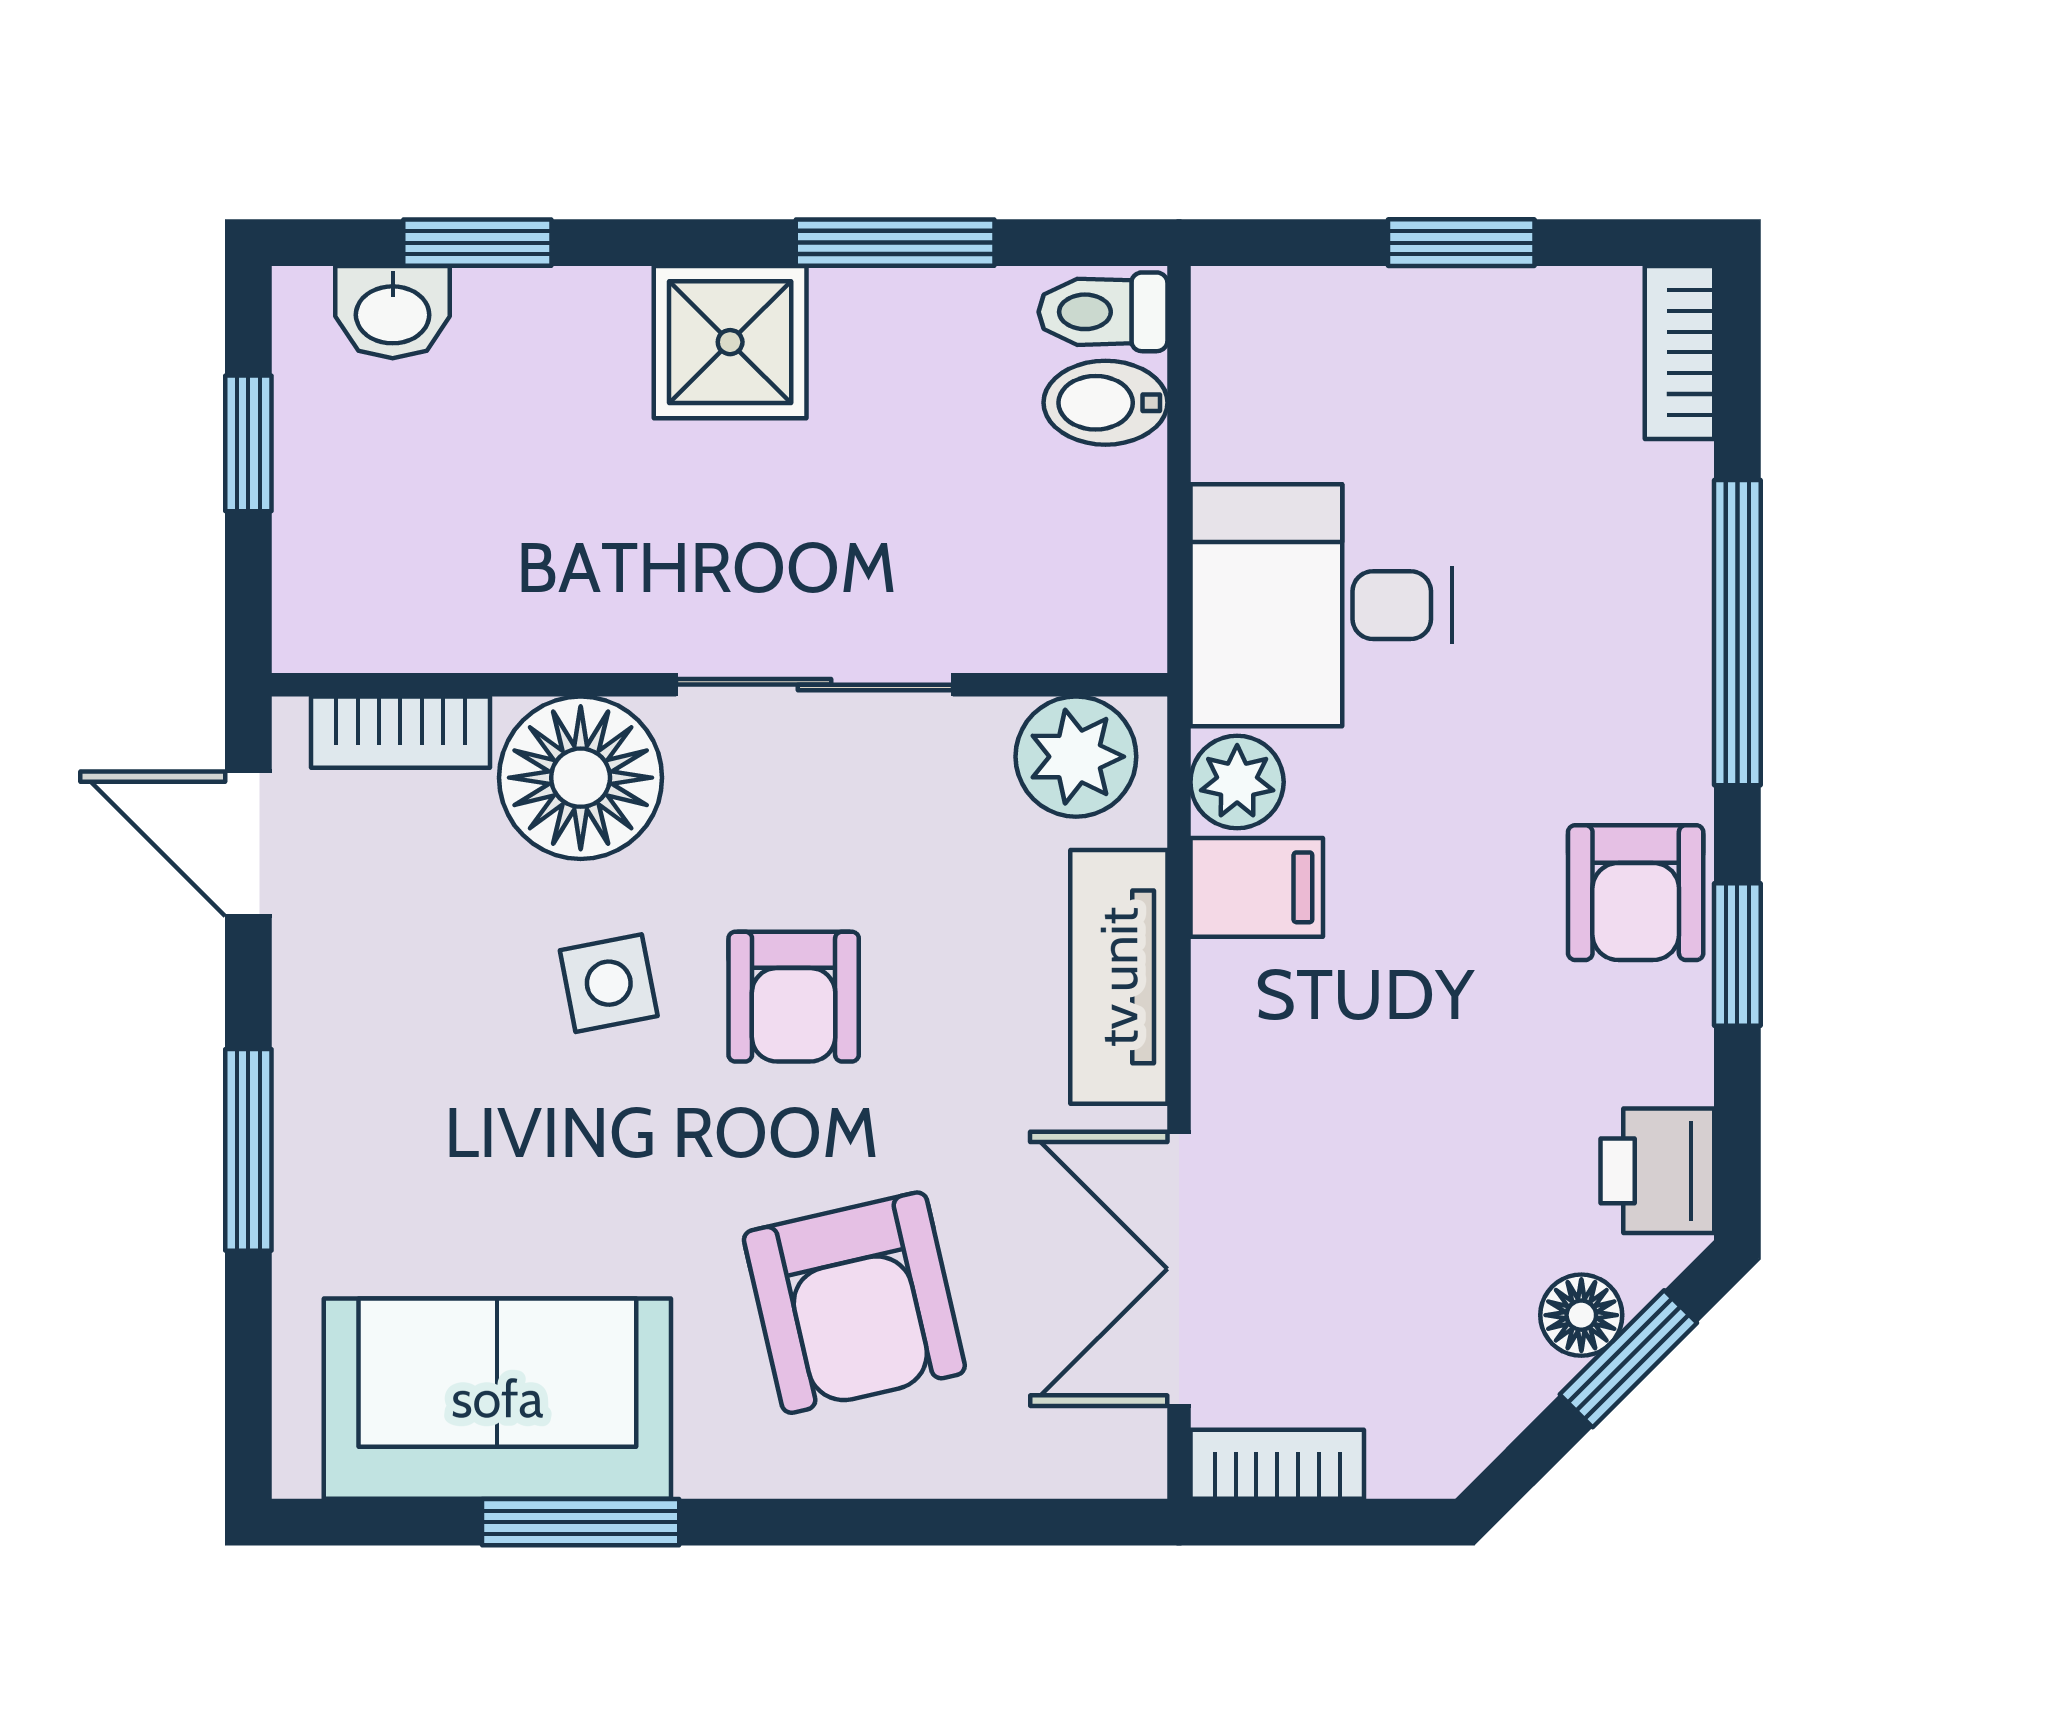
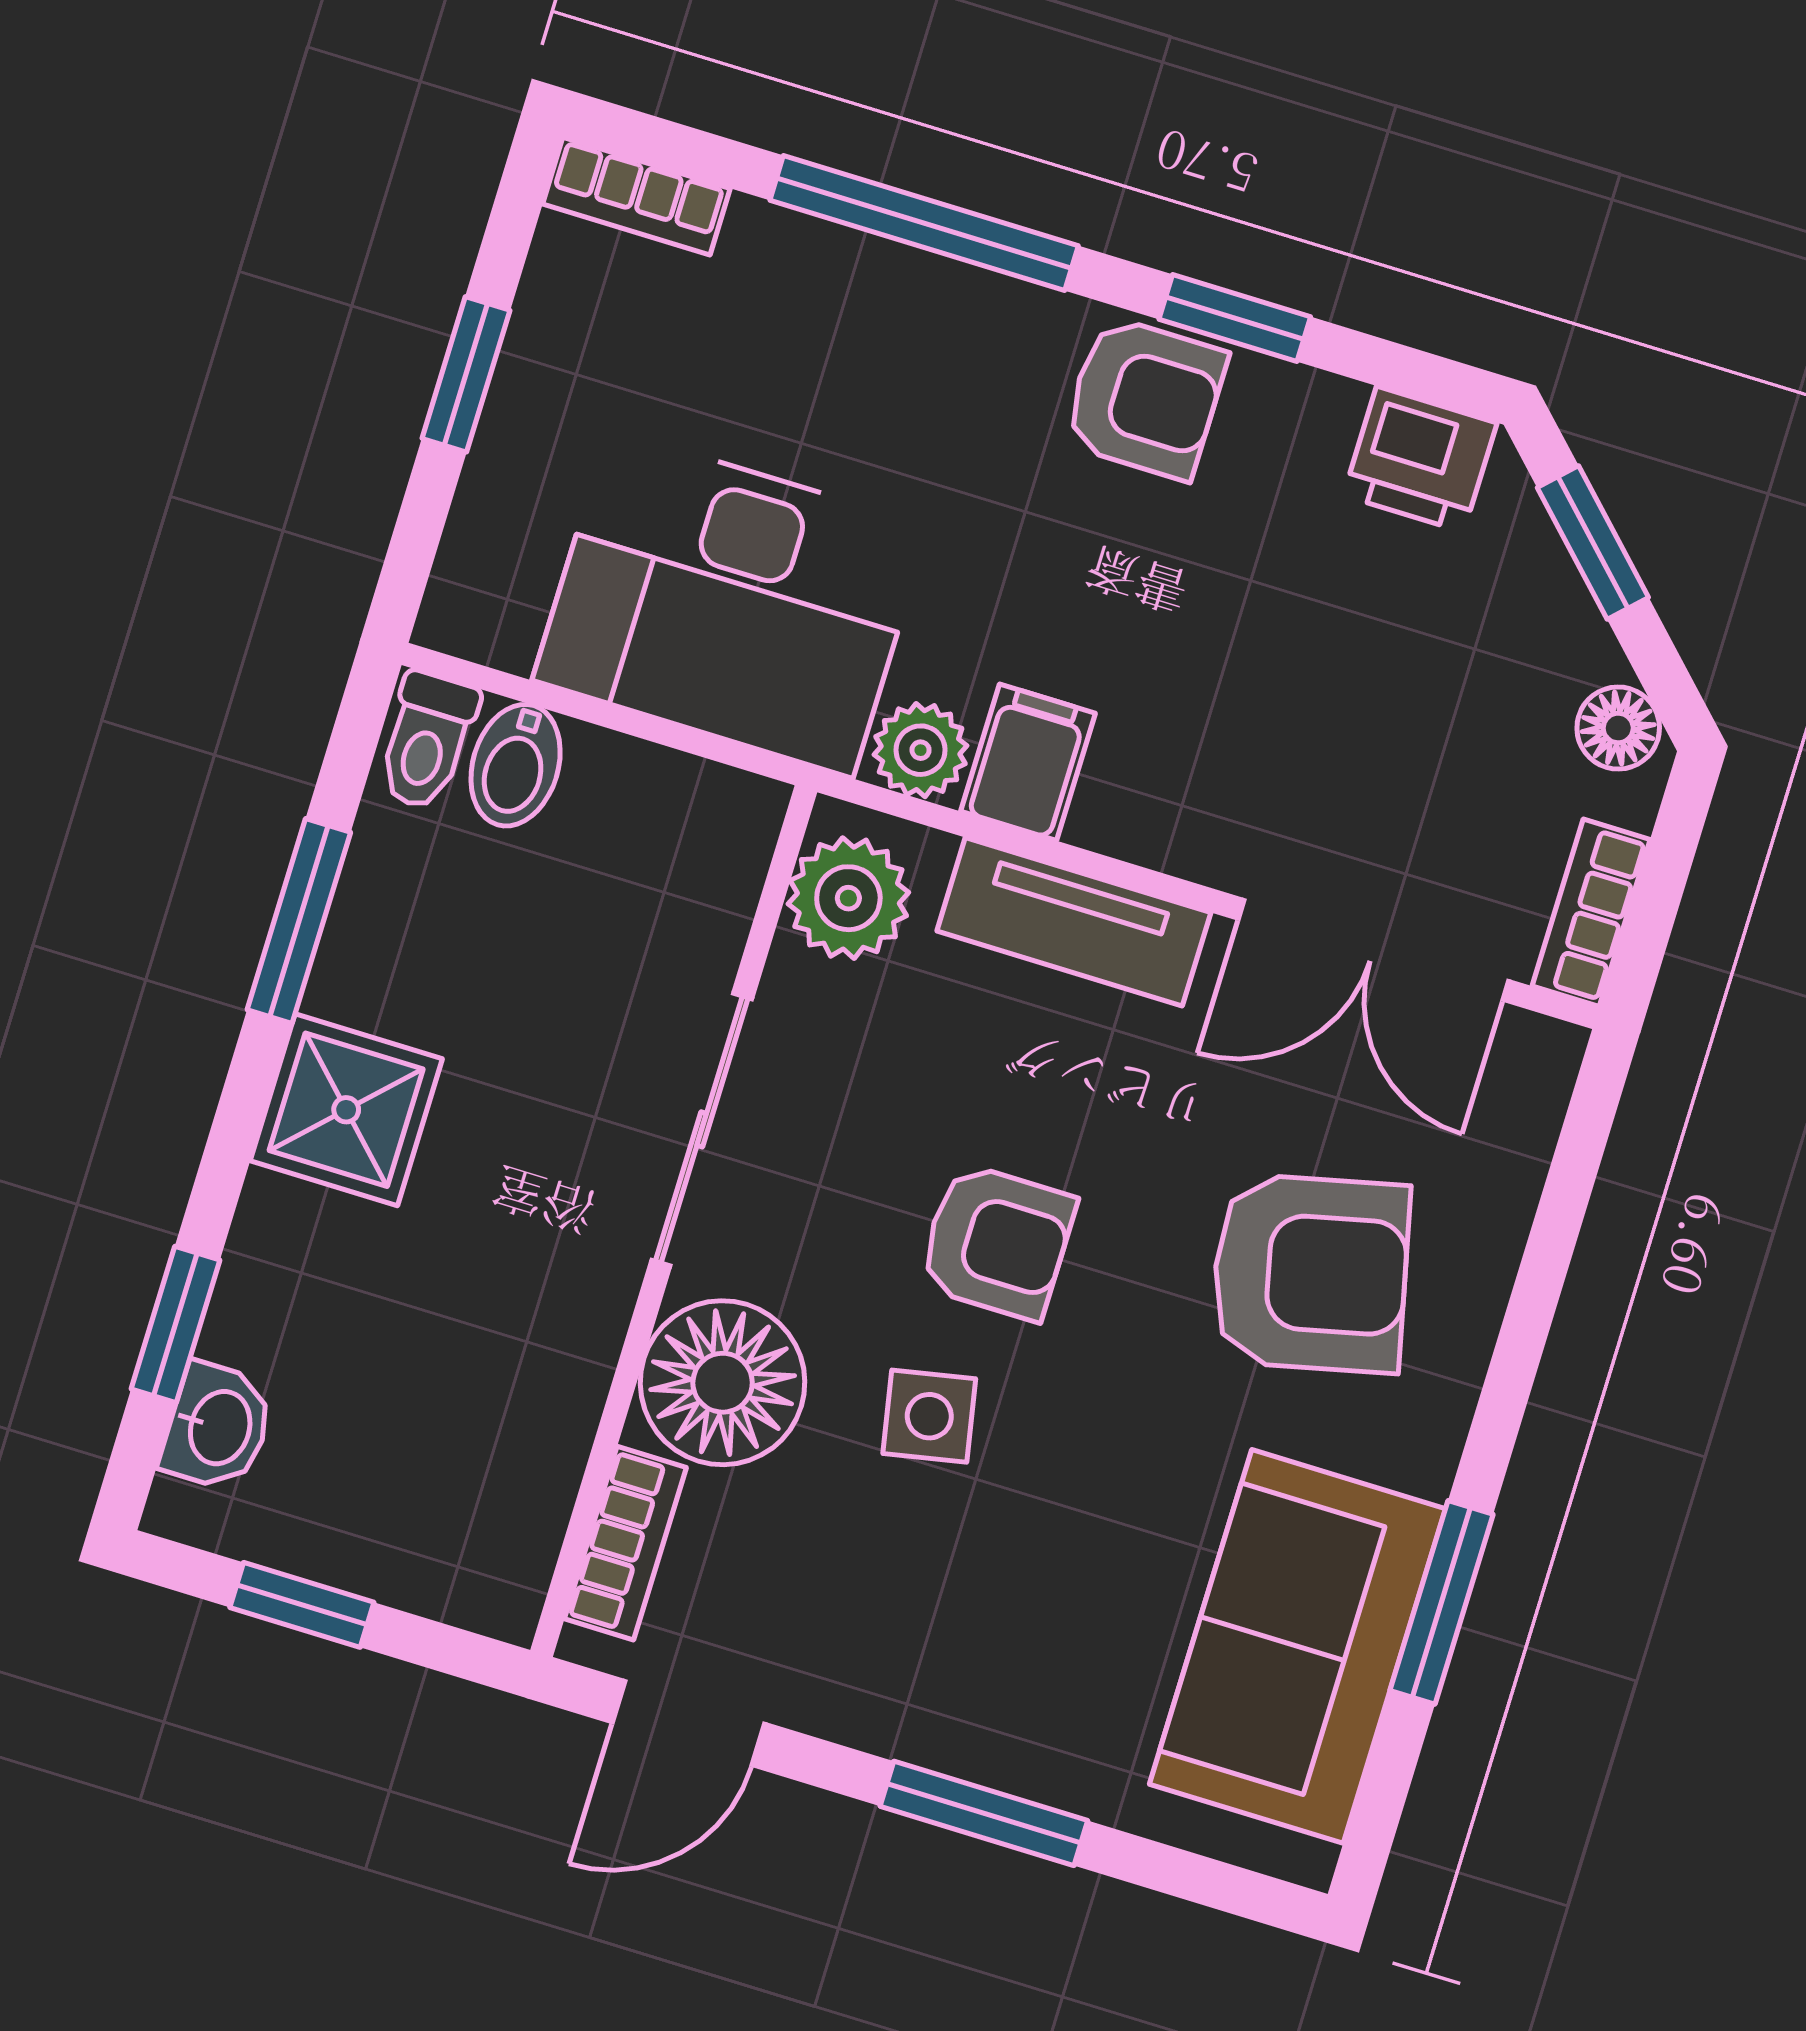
desk: (1321, 605) -> (731, 603), width x1.37
floor lamp: (1581, 1315) -> (1618, 728), moved

